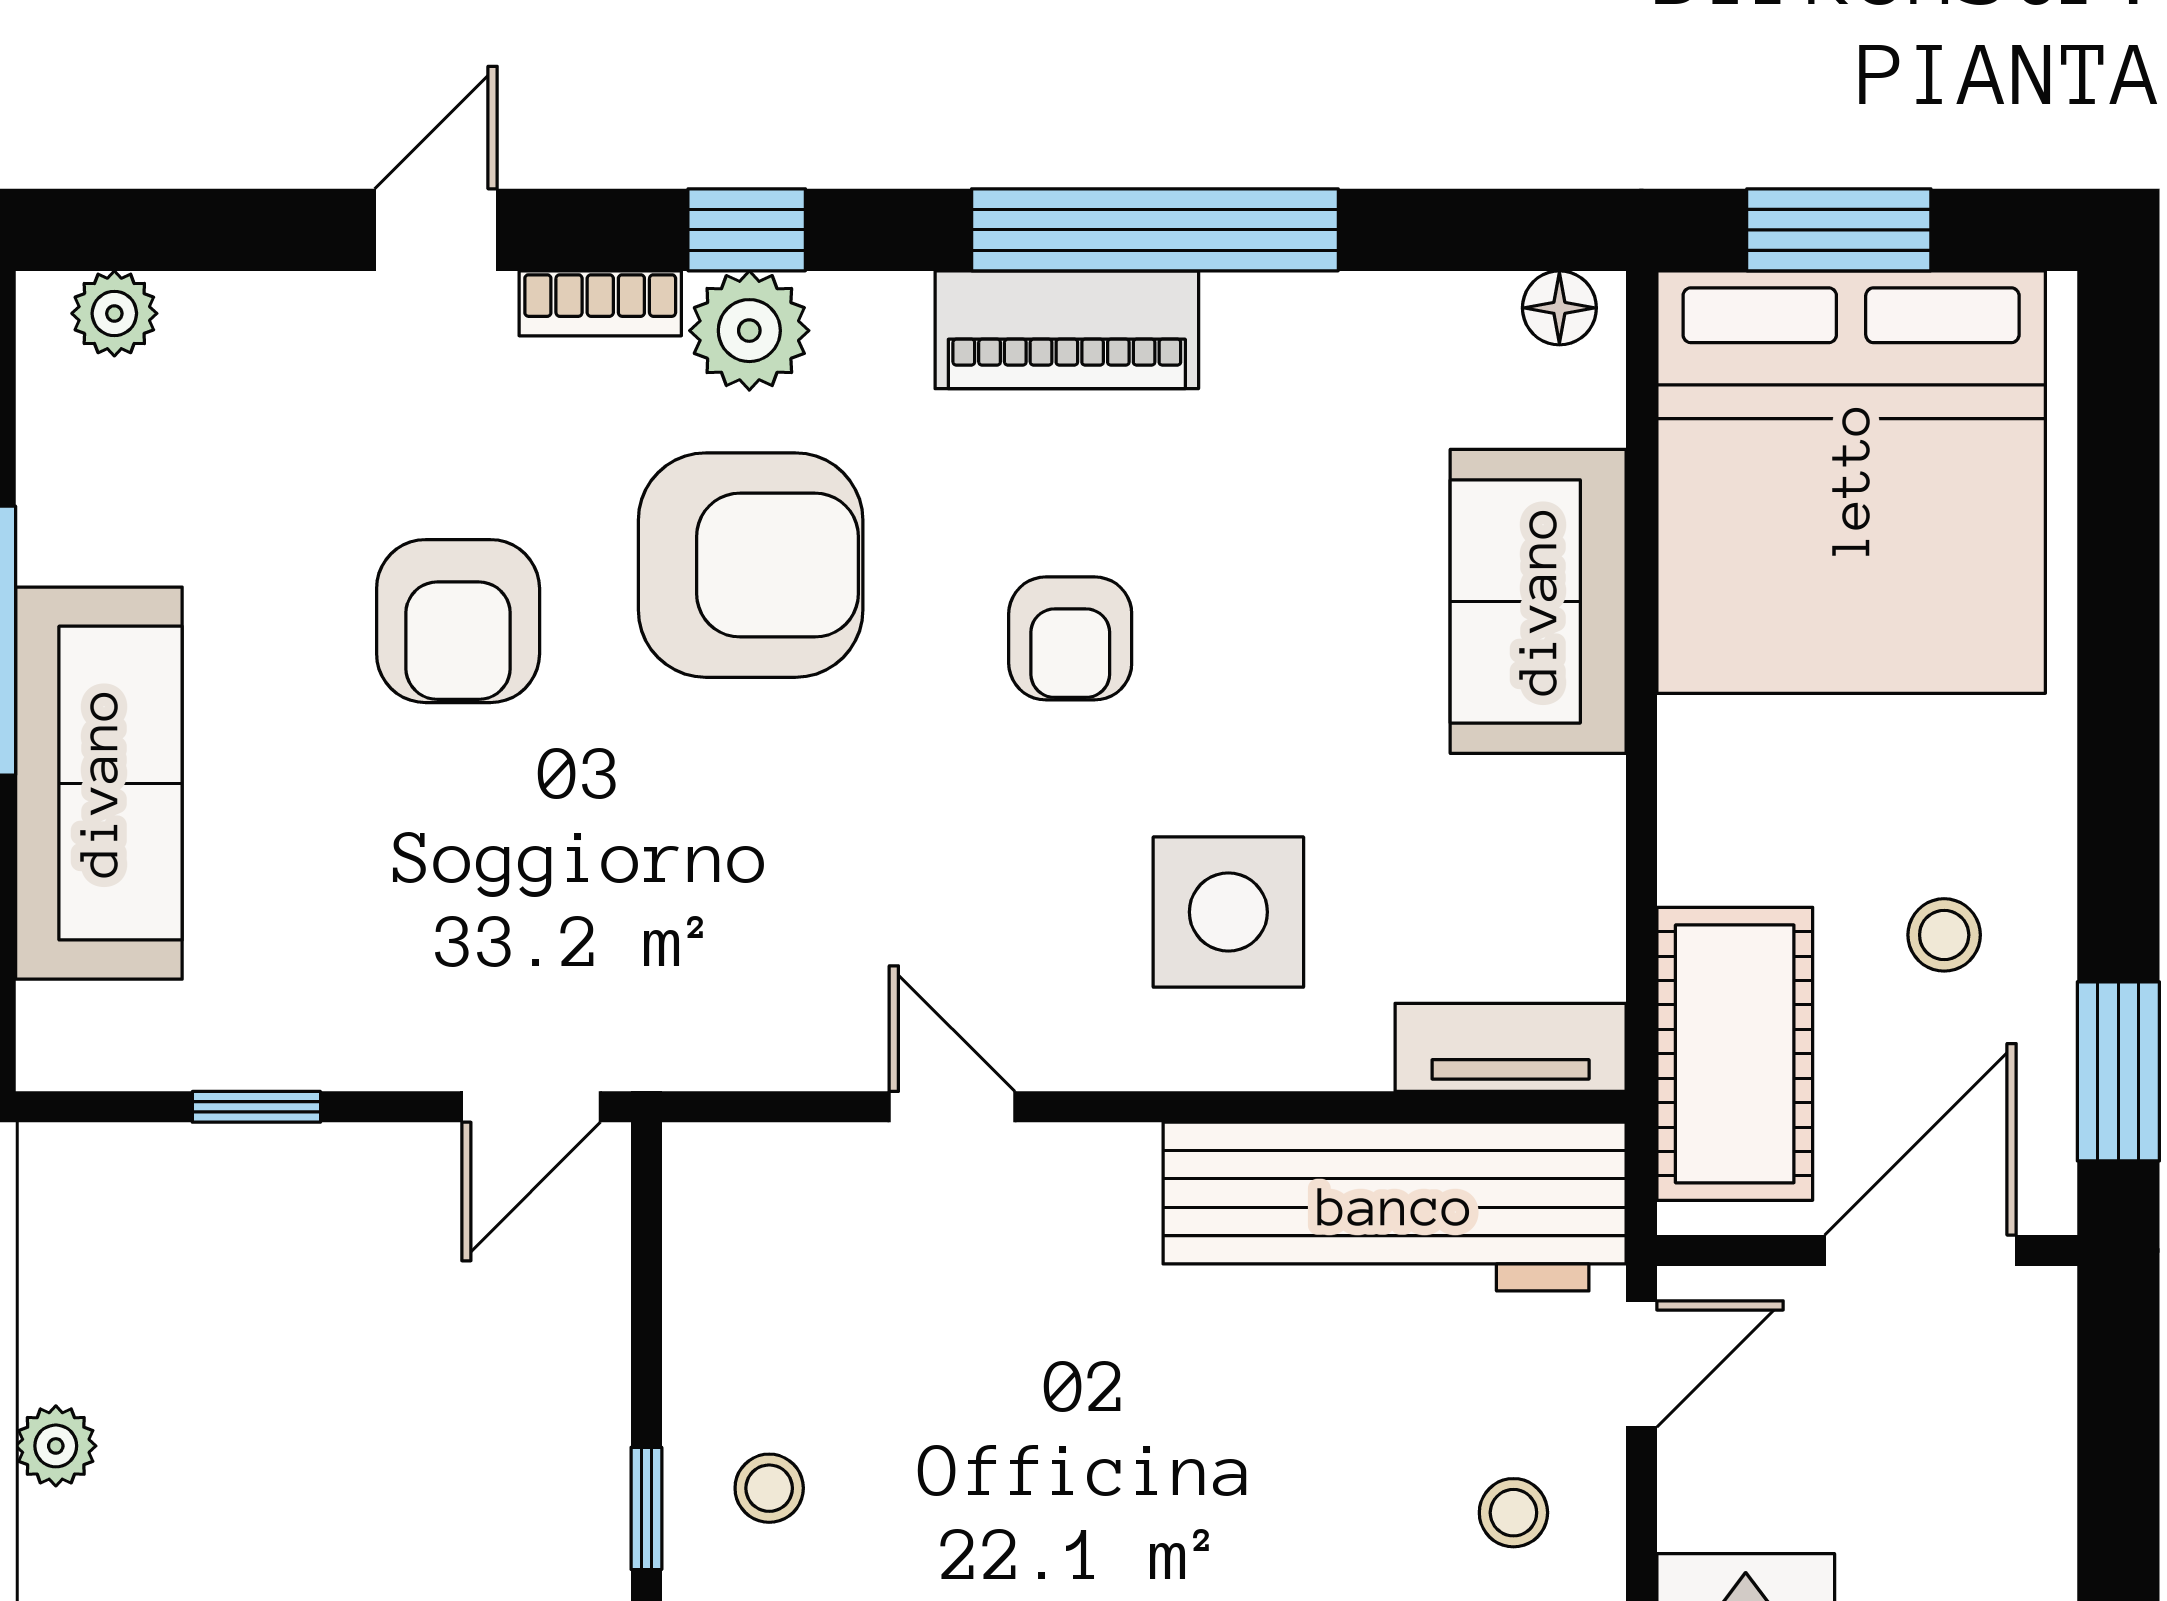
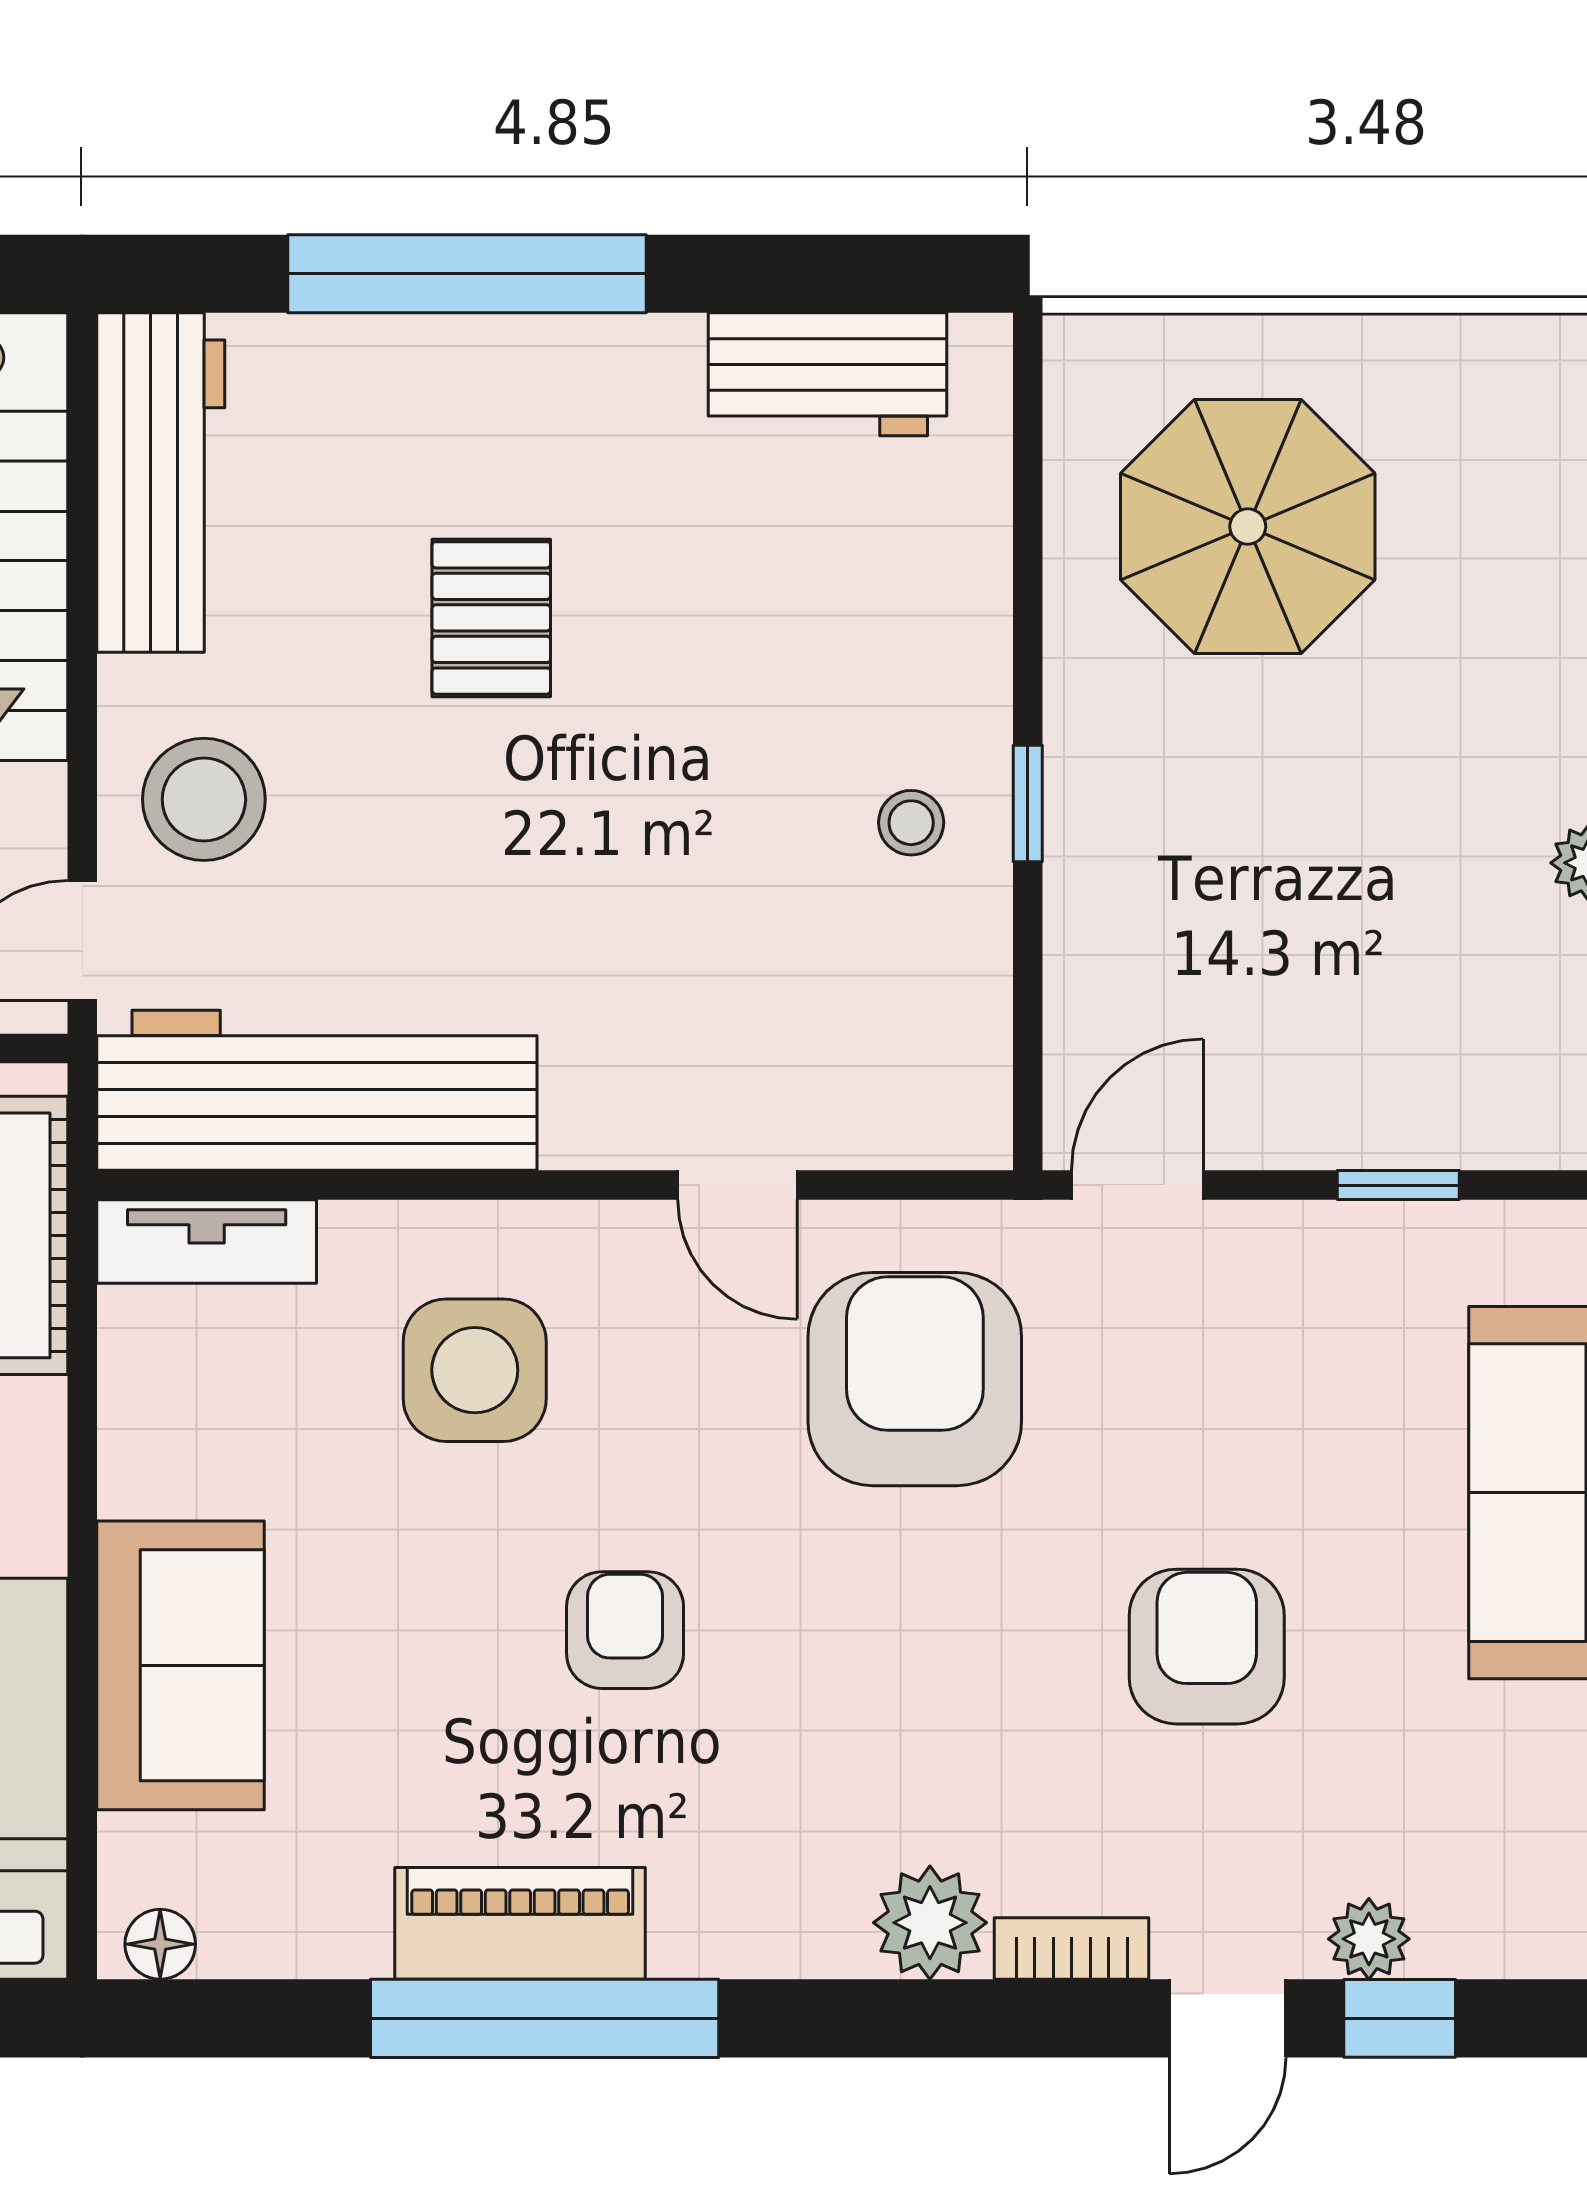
window: (747, 230) -> (1400, 2018), moved
plant: (114, 313) -> (1369, 1939), moved
piano: (1067, 330) -> (520, 1923), moved
armchair: (751, 565) -> (915, 1379), moved, turned 90
stool: (1513, 1513) -> (204, 799), width x1.89, depth x1.89

